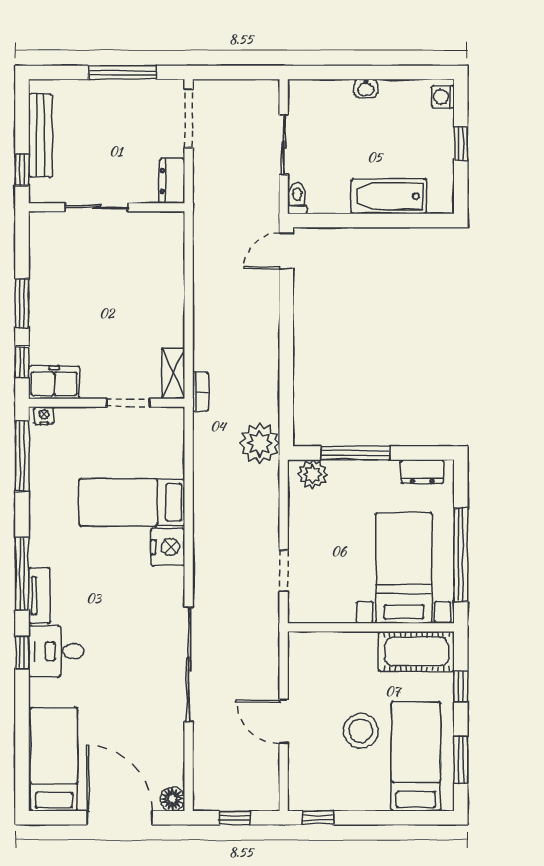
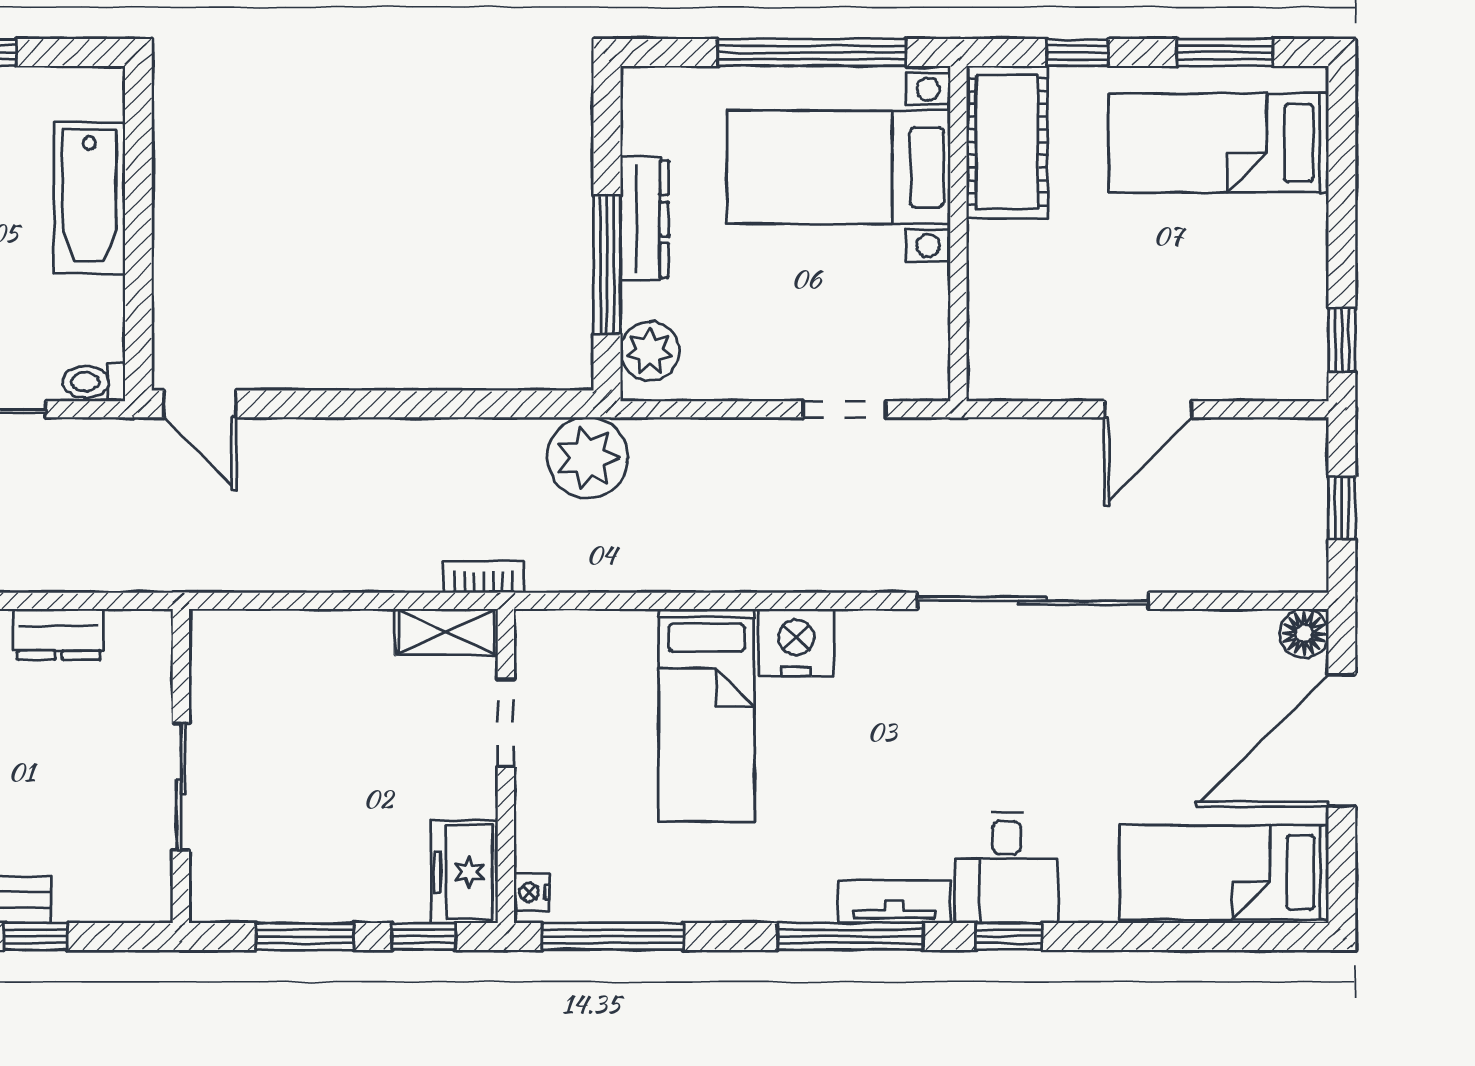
sliding door: (96, 207) -> (181, 787), moved
wall: (107, 207) -> (181, 766), moved
dresser: (422, 472) -> (644, 219), moved, width x1.44
stool: (361, 731) -> (1167, 254), removed

